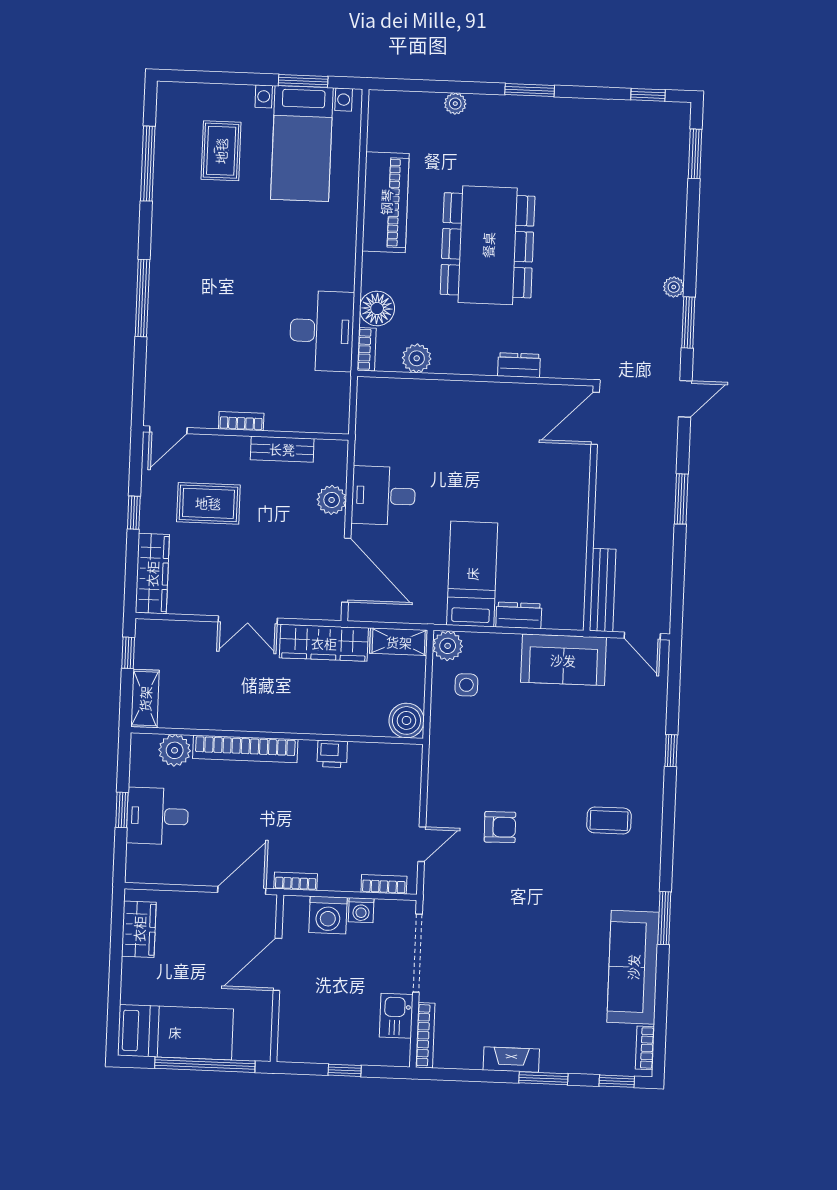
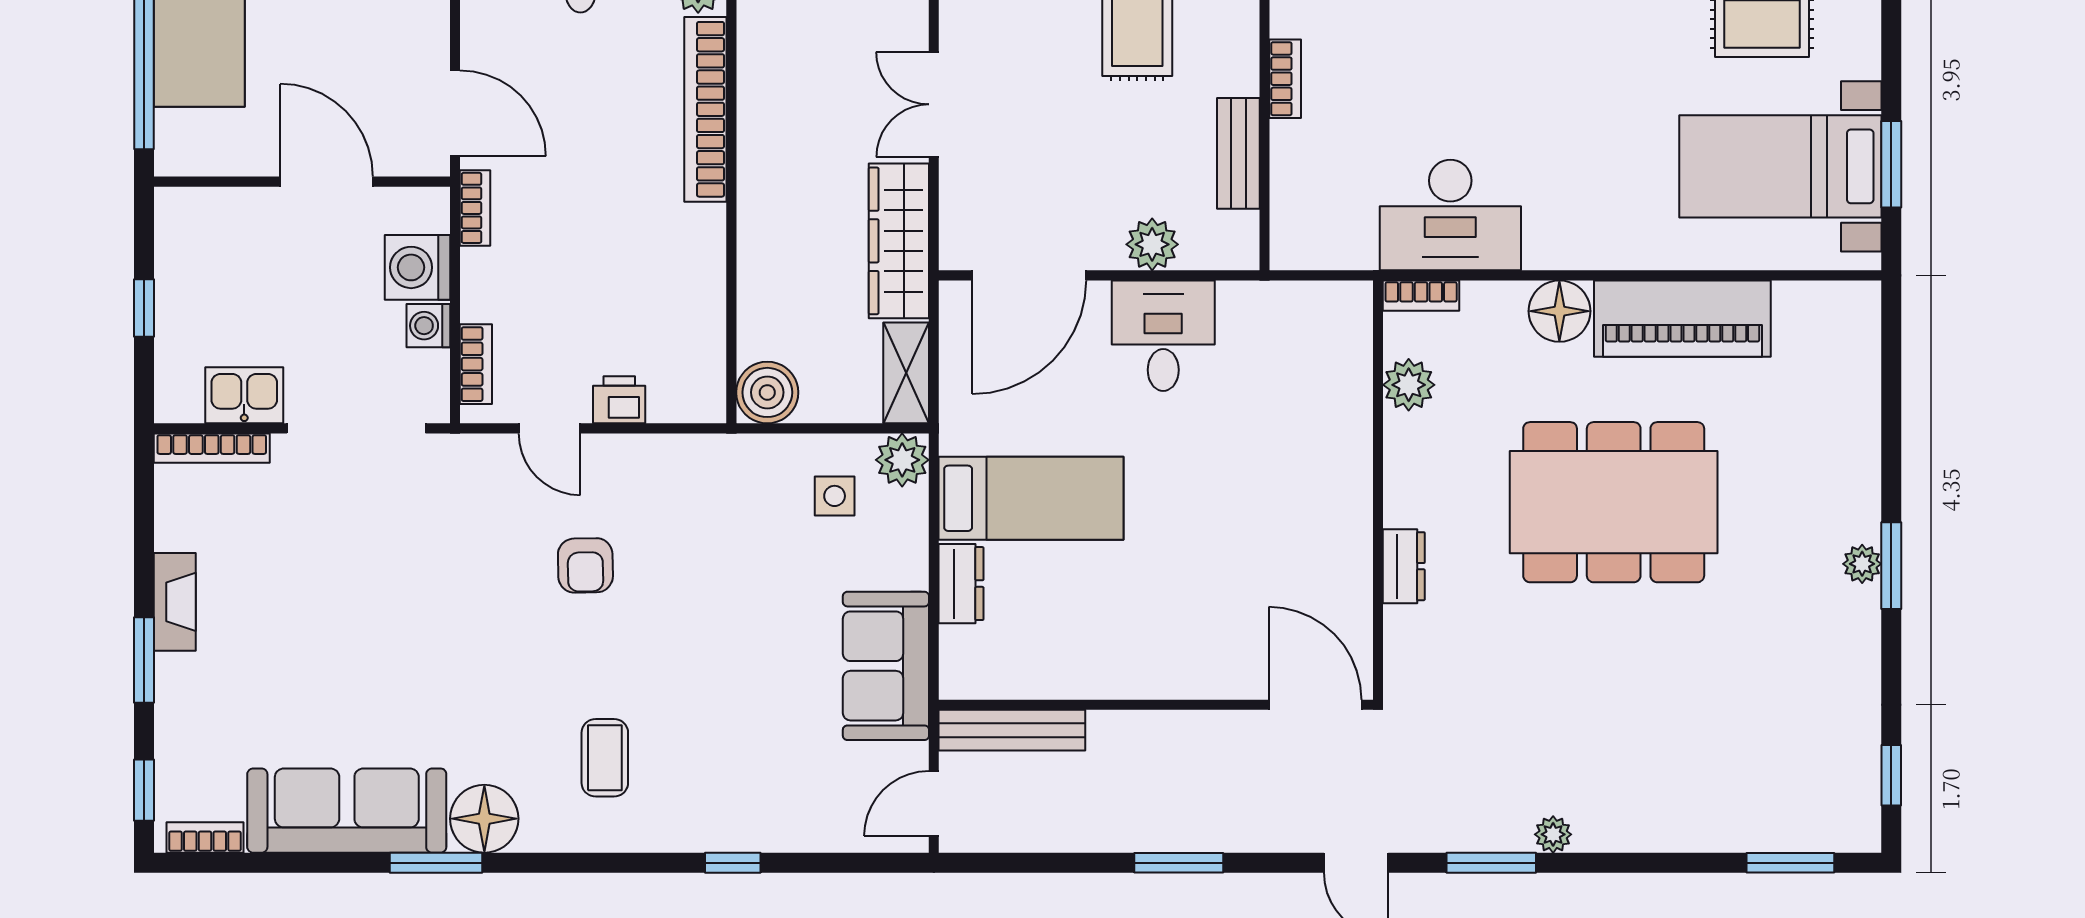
plant: (455, 104) -> (1862, 564), moved
floor lamp: (377, 308) -> (1559, 311), moved
printer: (332, 754) -> (619, 400), moved, turned 90
floor lamp: (641, 890) -> (484, 819), added

